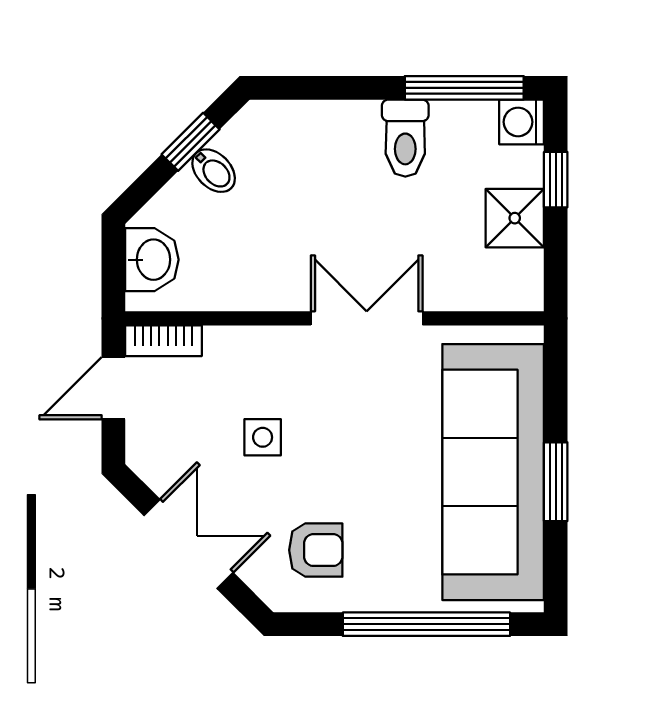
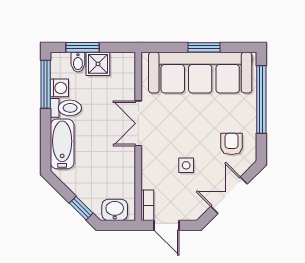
washing machine: (522, 122) -> (59, 88), moved, turned -90
bathtub: (316, 129) -> (62, 144), added
window: (191, 142) -> (81, 208), moved
bidet: (214, 171) -> (78, 62), moved, turned 135
window: (556, 180) -> (83, 47), width x1.50

